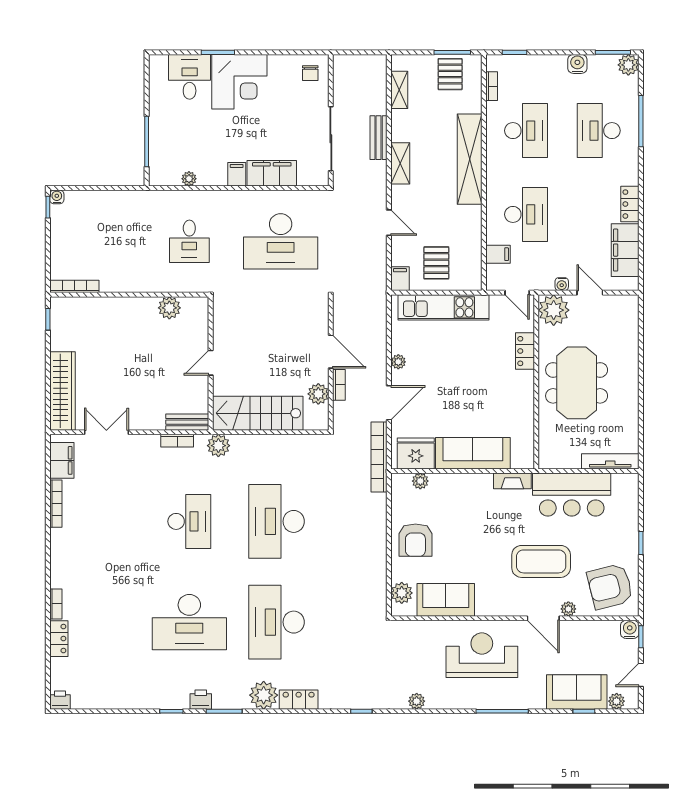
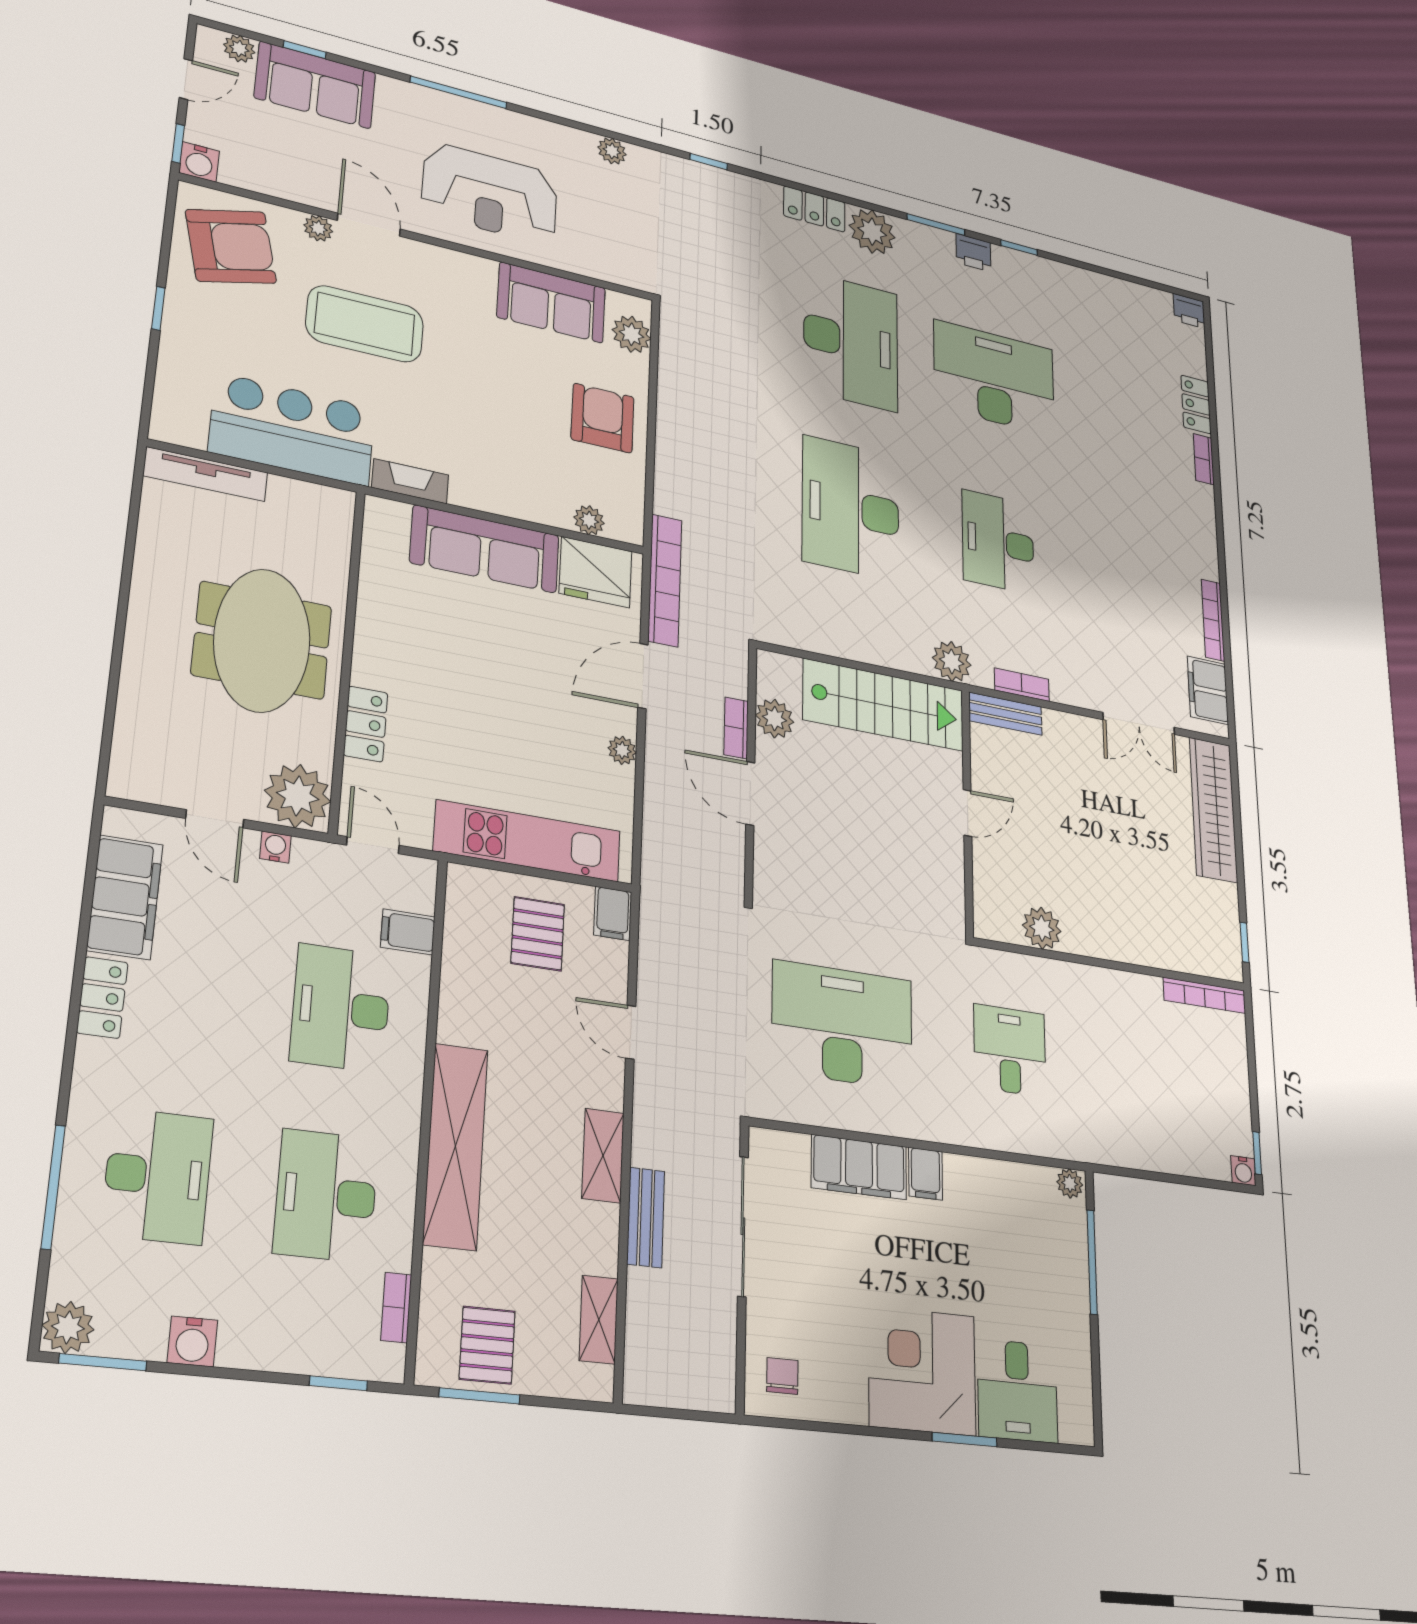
plant: (189, 179) -> (1070, 1183), moved
desk: (276, 521) -> (851, 508), turned 180

